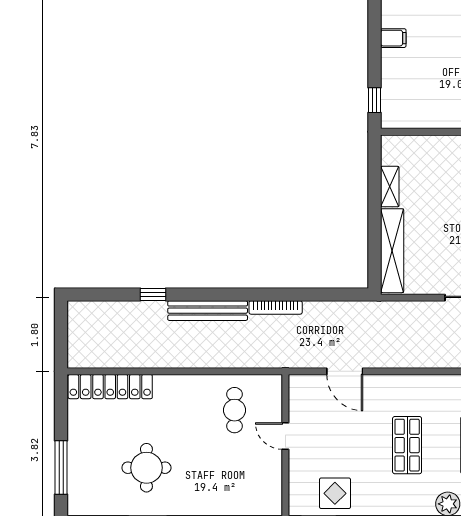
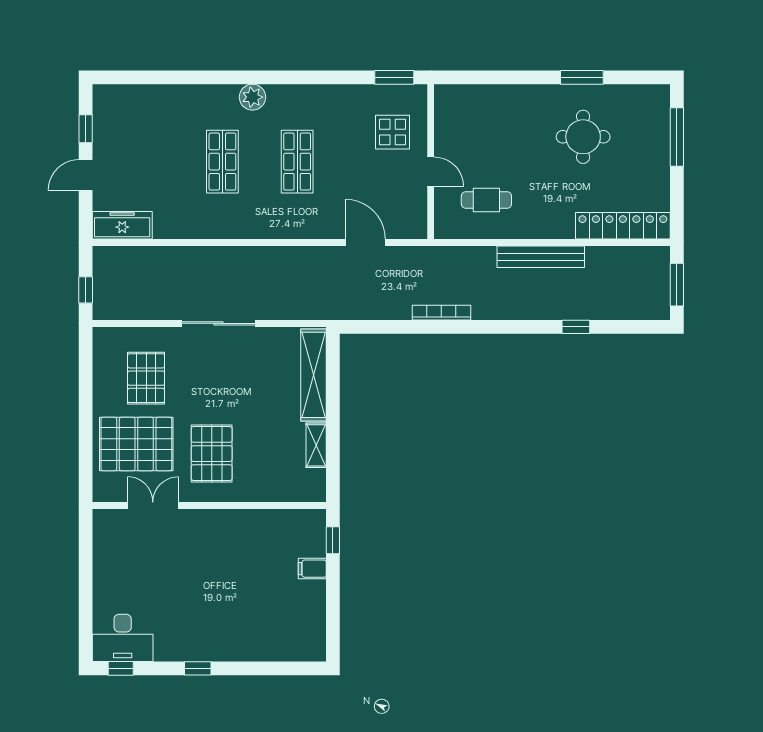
filing cabinet: (393, 38) -> (312, 569), moved
bench: (208, 311) -> (541, 257), moved
window: (61, 333) -> (677, 285), added
cafe table: (235, 410) -> (486, 200), turned 90
display table: (335, 493) -> (393, 132), moved

